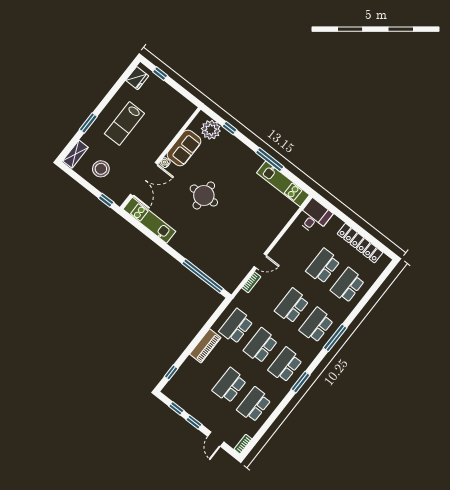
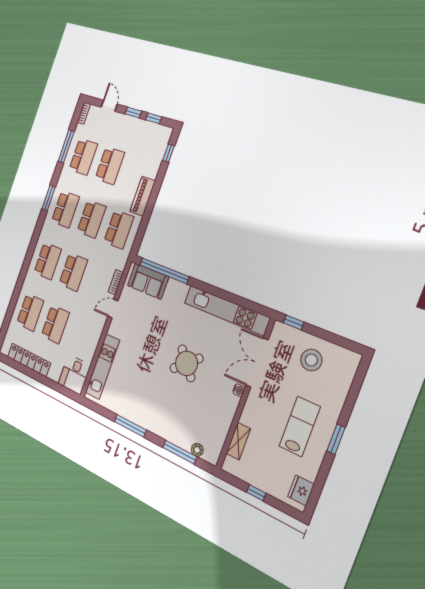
window: (160, 74) -> (256, 493), moved
window: (88, 123) -> (336, 439), moved
window: (230, 128) -> (180, 452), width x2.17
plant: (211, 130) -> (197, 450), width x0.53, depth x0.53
sofa: (184, 148) -> (148, 281), moved, turned -90
shelving: (75, 154) -> (238, 441), moved
kitchen unit: (283, 184) -> (103, 367), moved, turned 90
round table: (204, 195) -> (186, 363), turned -38
kitchen unit: (149, 220) -> (226, 310), width x1.36
window: (335, 338) -> (66, 146), moved

